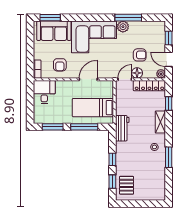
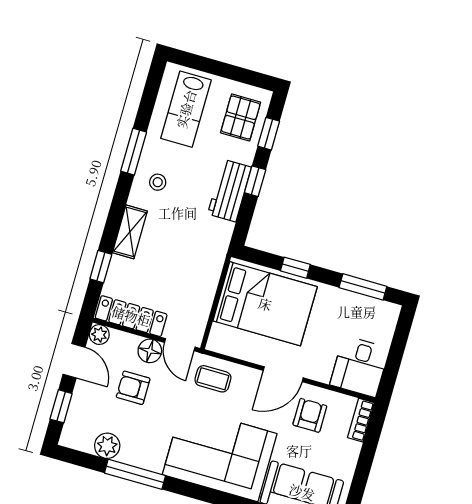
plant: (123, 27) -> (107, 446), moved
coffee table: (106, 69) -> (213, 379), added
door: (88, 79) -> (283, 374), moved
door: (125, 79) -> (180, 345), hinge flipped
bed: (93, 108) -> (265, 304), width x1.50
window: (84, 127) -> (295, 268), width x0.46
workbench: (122, 128) -> (230, 191), moved
lab bench: (151, 182) -> (186, 109), added

